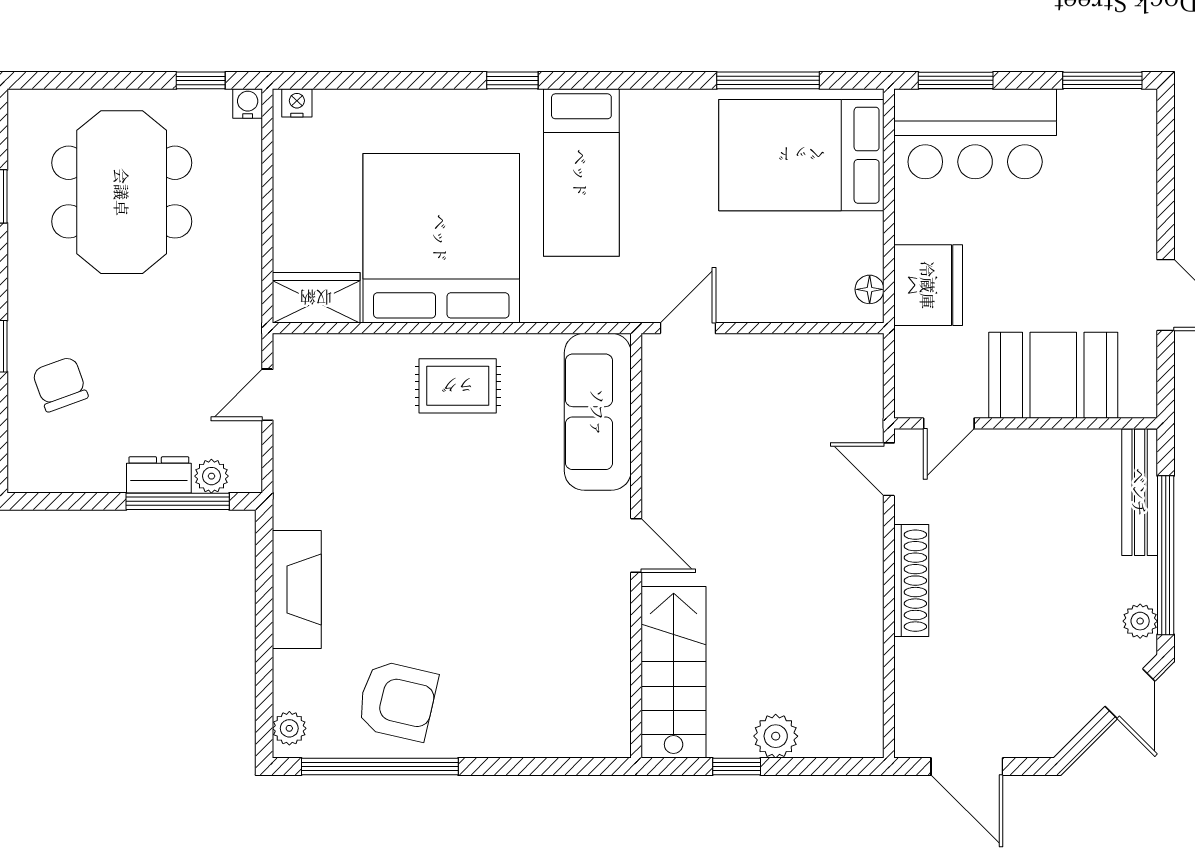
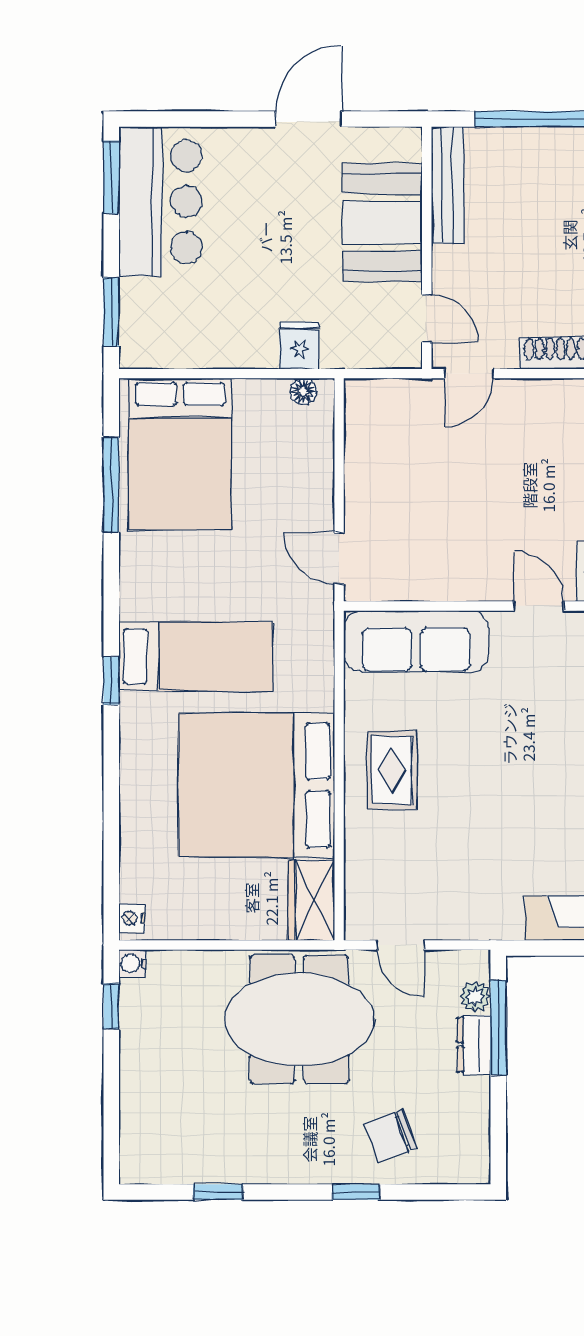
window: (512, 80) -> (111, 681), moved
bar counter: (975, 134) -> (160, 201), moved
meeting table: (122, 192) -> (299, 1019), moved
fridge: (928, 285) -> (299, 345), width x0.53, depth x0.75
bench: (1140, 492) -> (448, 185), moved, turned 90
door: (636, 545) -> (539, 606), hinge flipped

